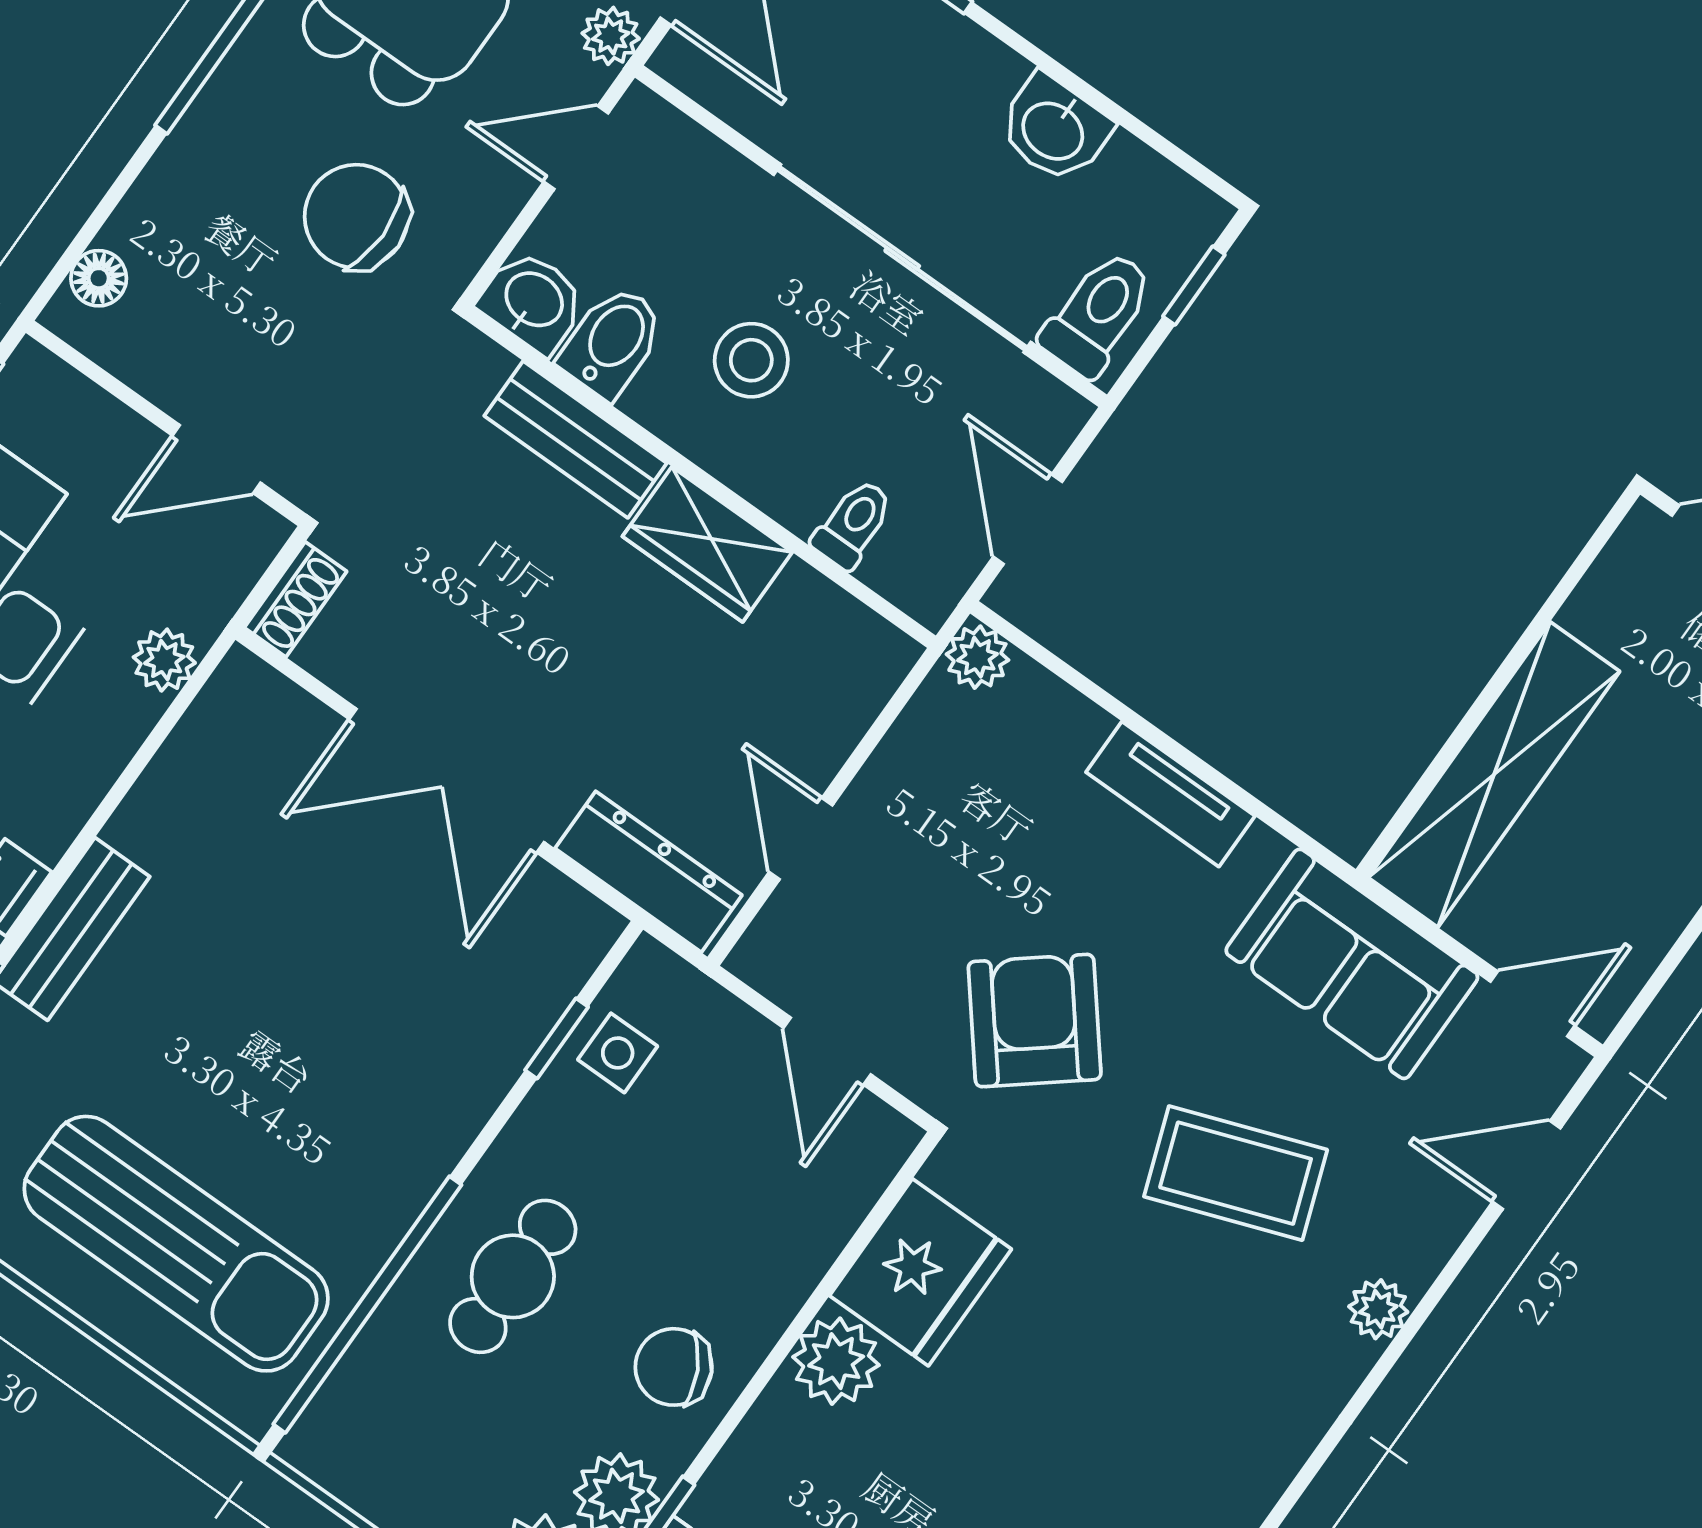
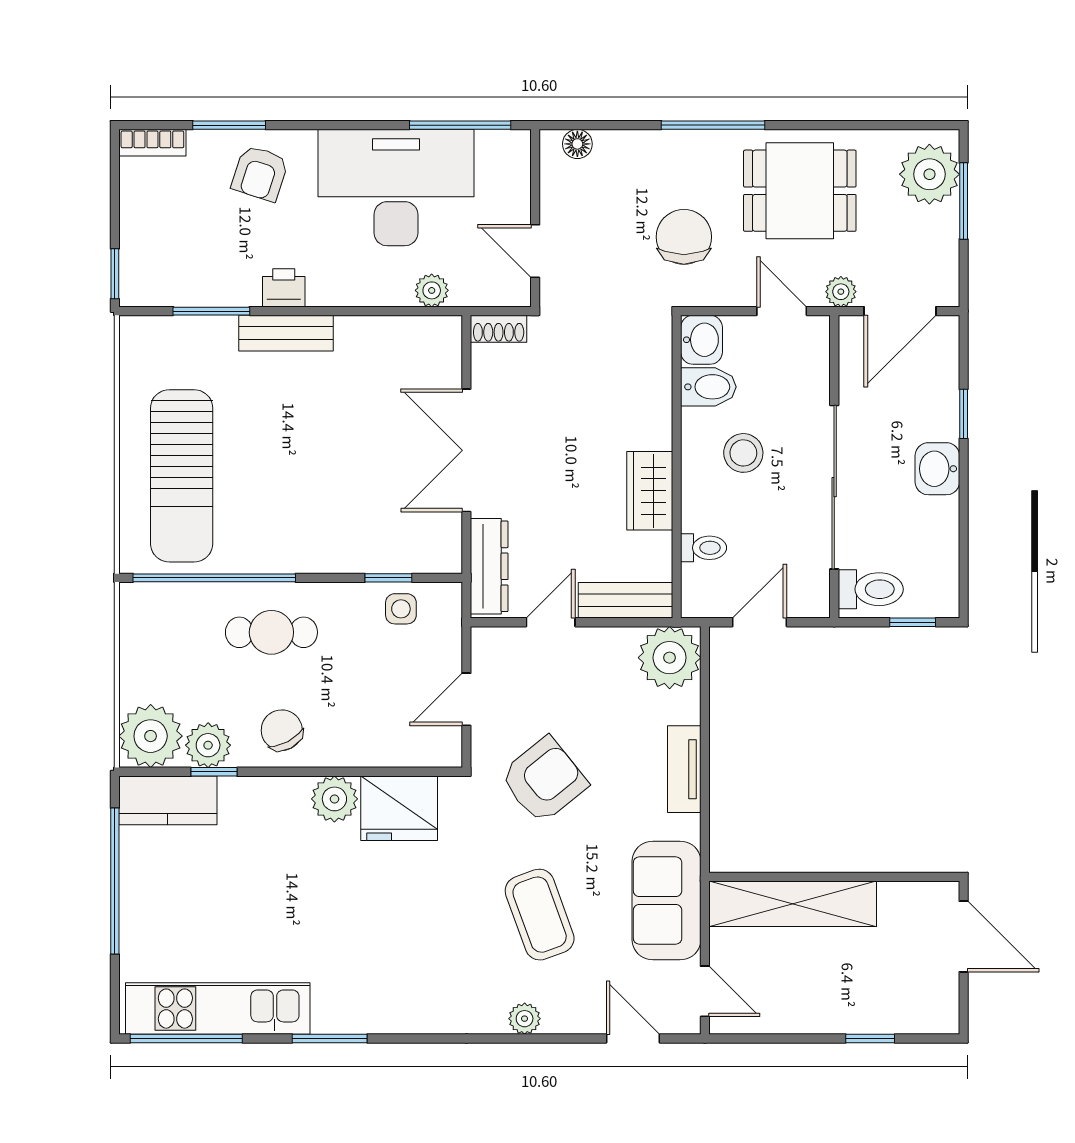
washbasin: (1054, 129) -> (937, 469), moved
bench: (576, 439) -> (626, 600), moved, turned 90
plant: (977, 657) -> (670, 658), width x1.87, depth x1.87

